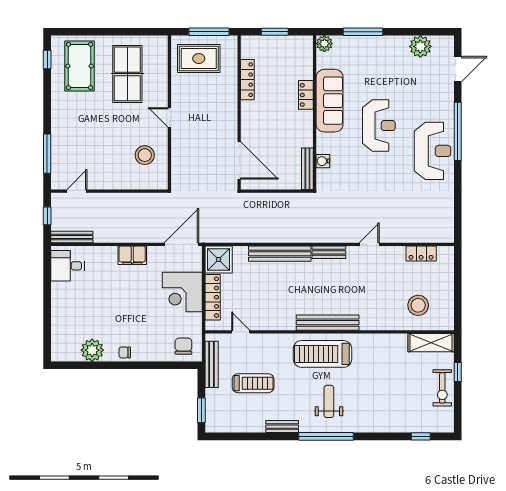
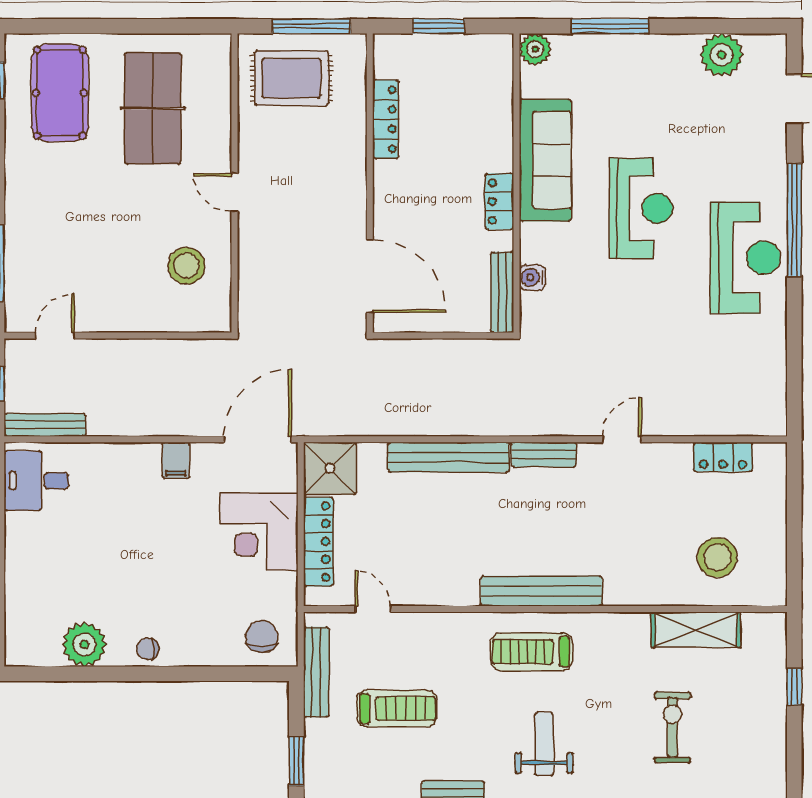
locker: (306, 95) -> (499, 201), moved
filing cabinet: (132, 255) -> (176, 460), width x0.50
shelving: (431, 343) -> (696, 630), moved
treadmill: (322, 354) -> (532, 652), width x0.73, depth x0.73
exercise bike: (442, 388) -> (672, 728), moved, turned 180

